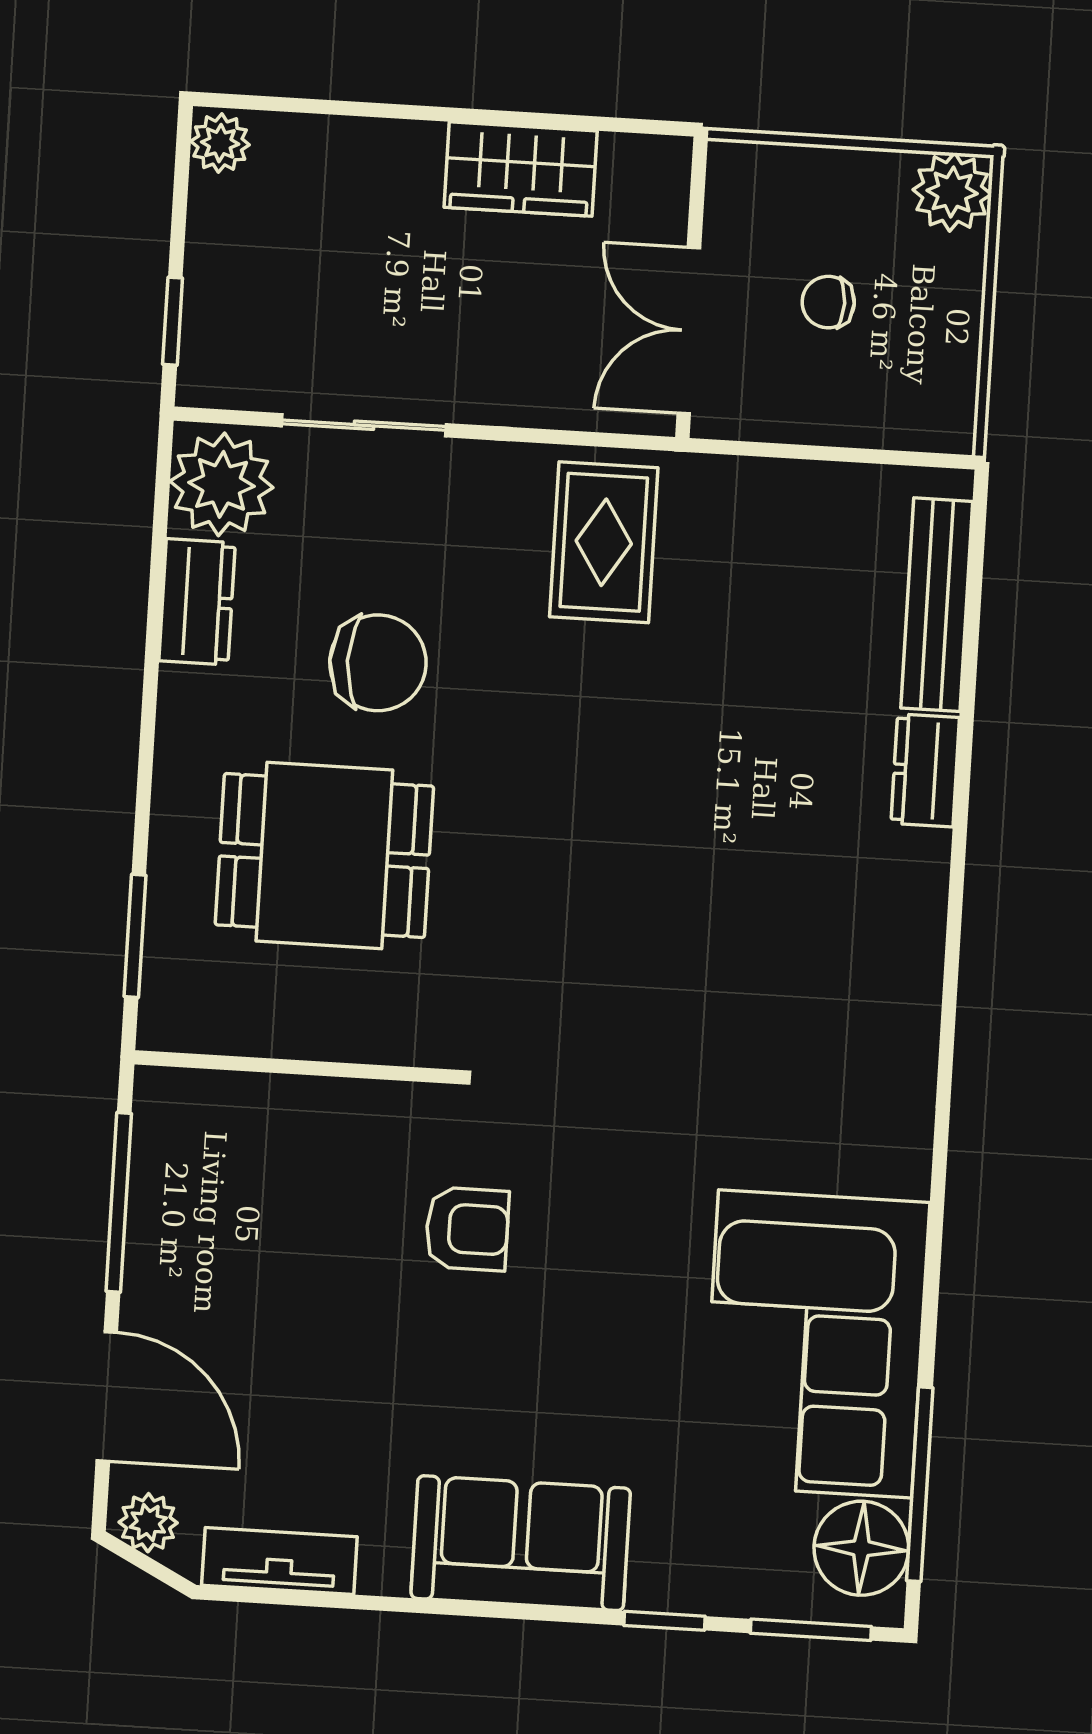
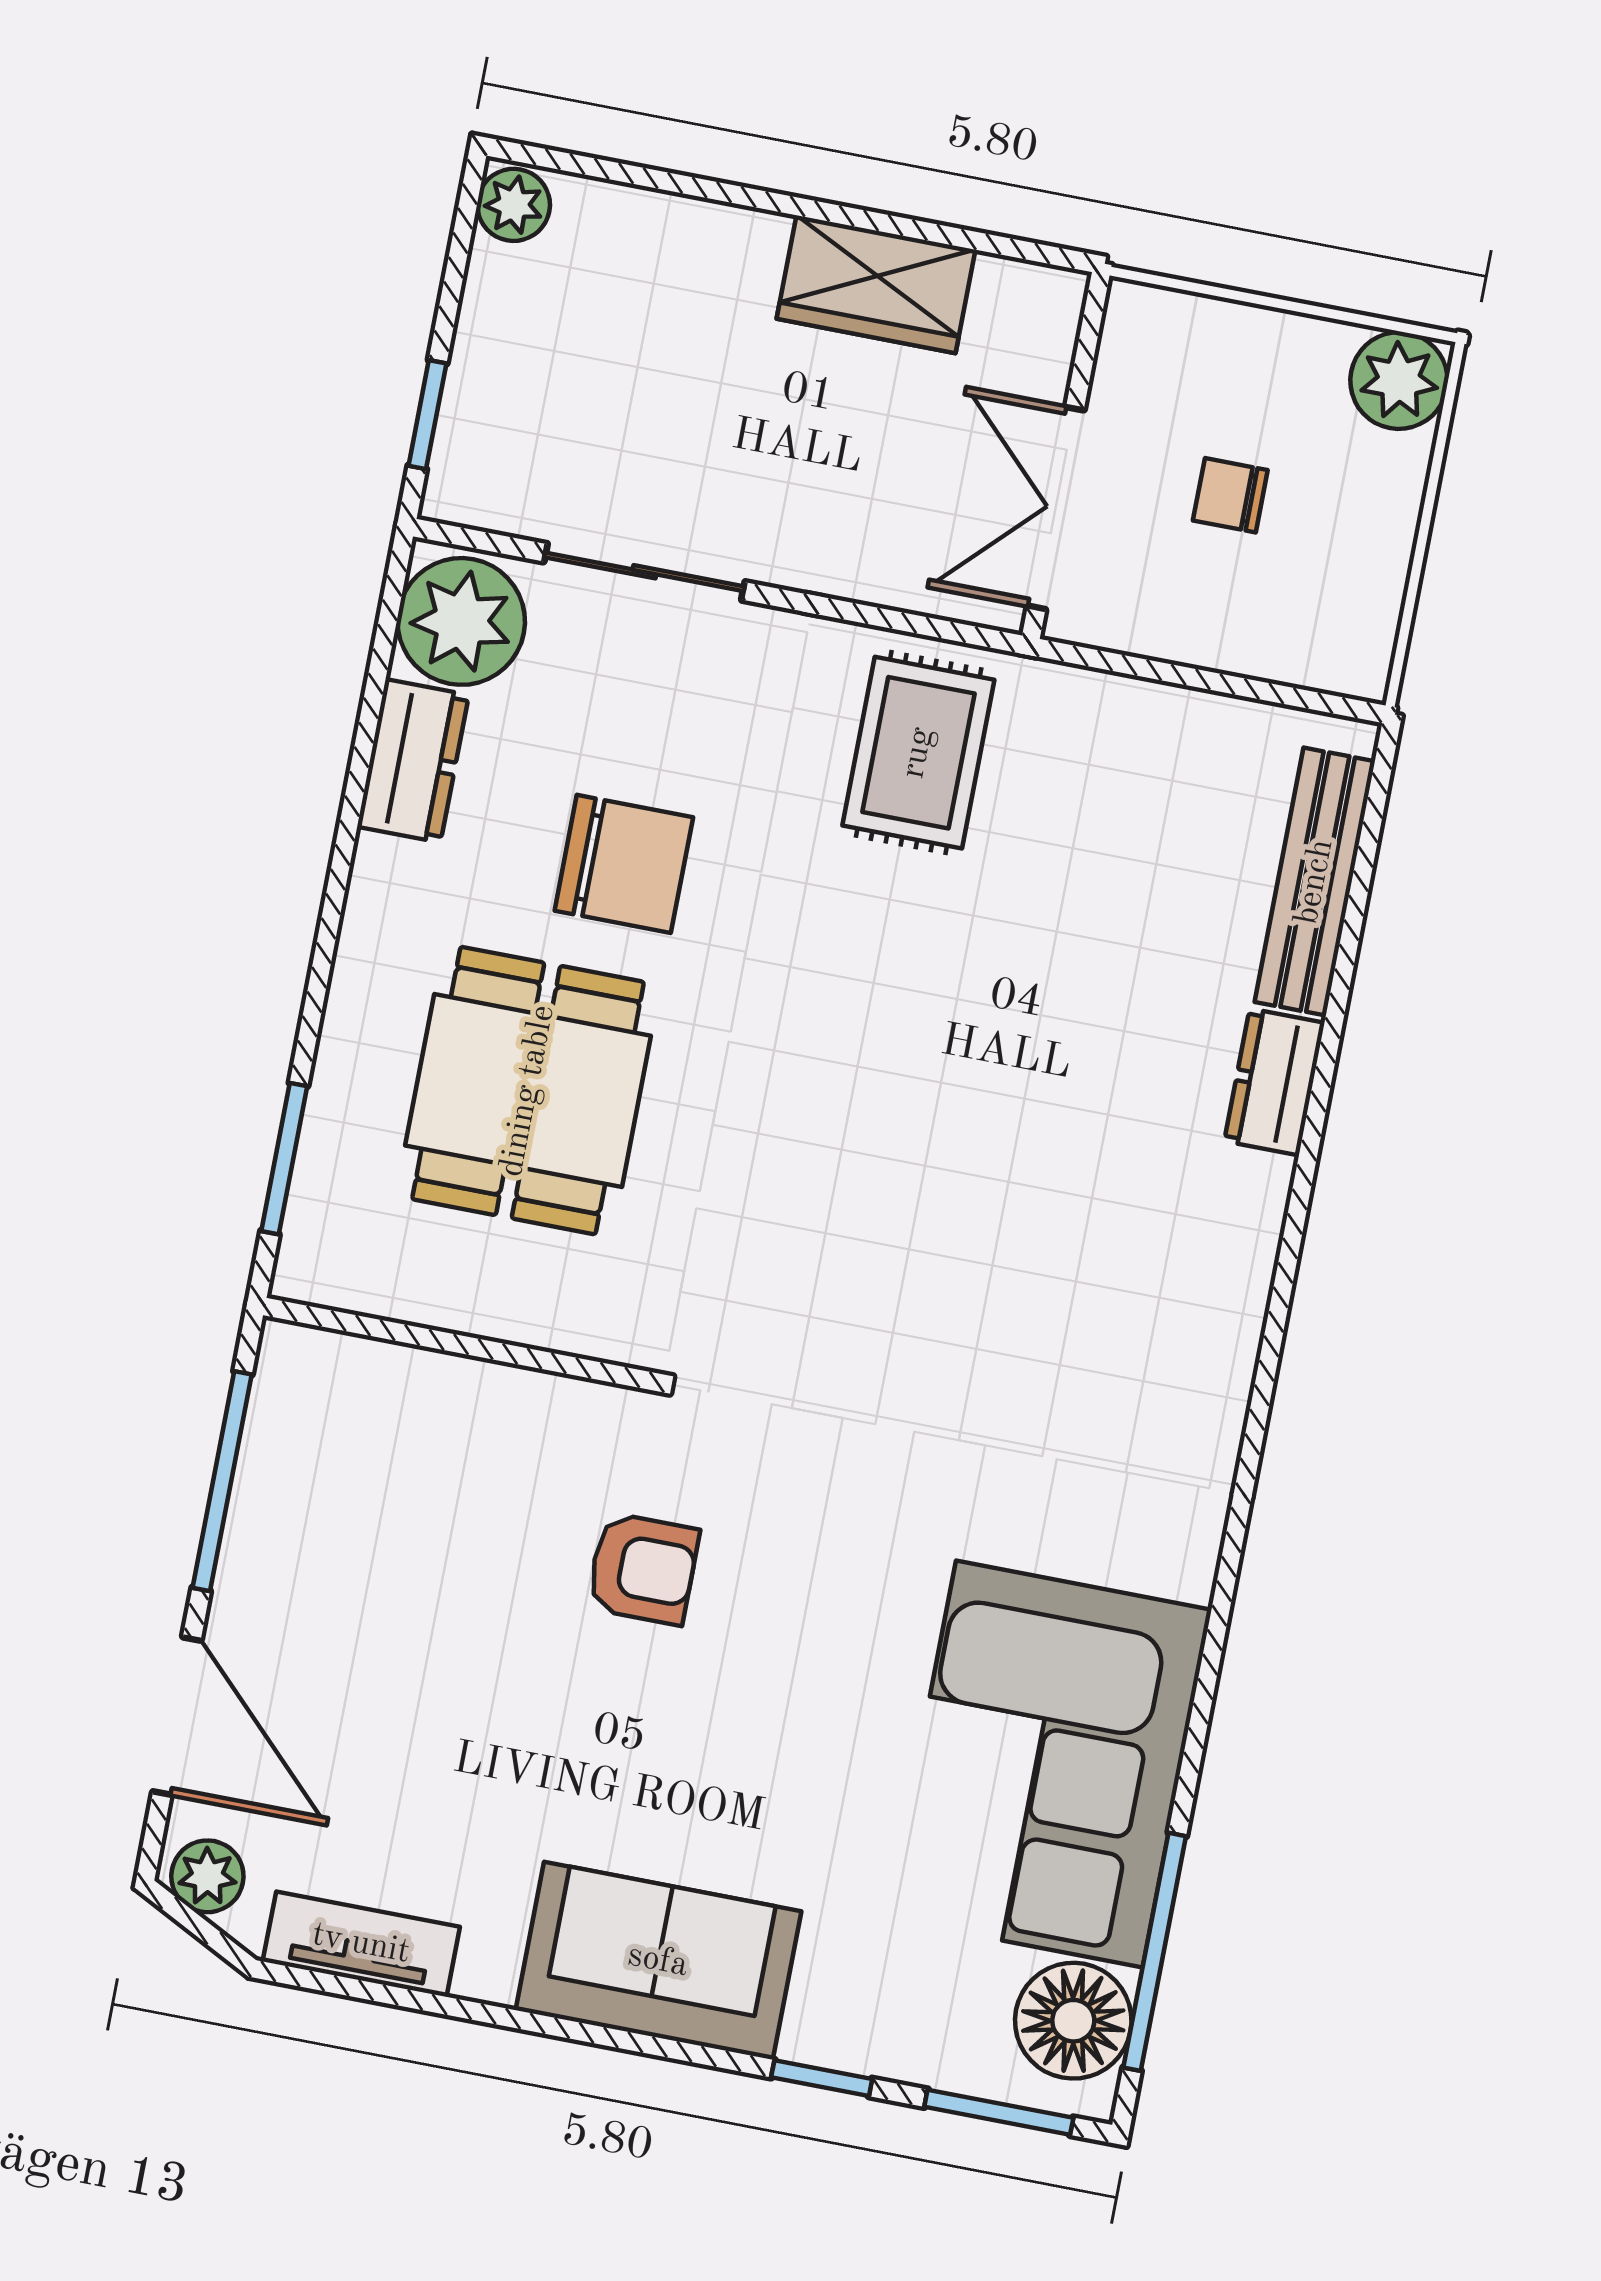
dining table: (324, 855) -> (528, 1091), turned 90

